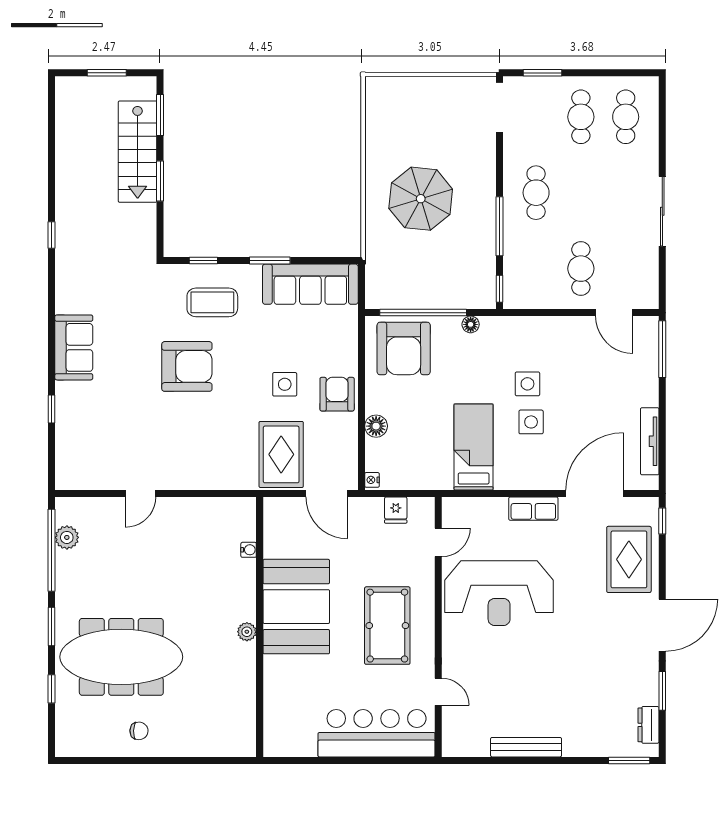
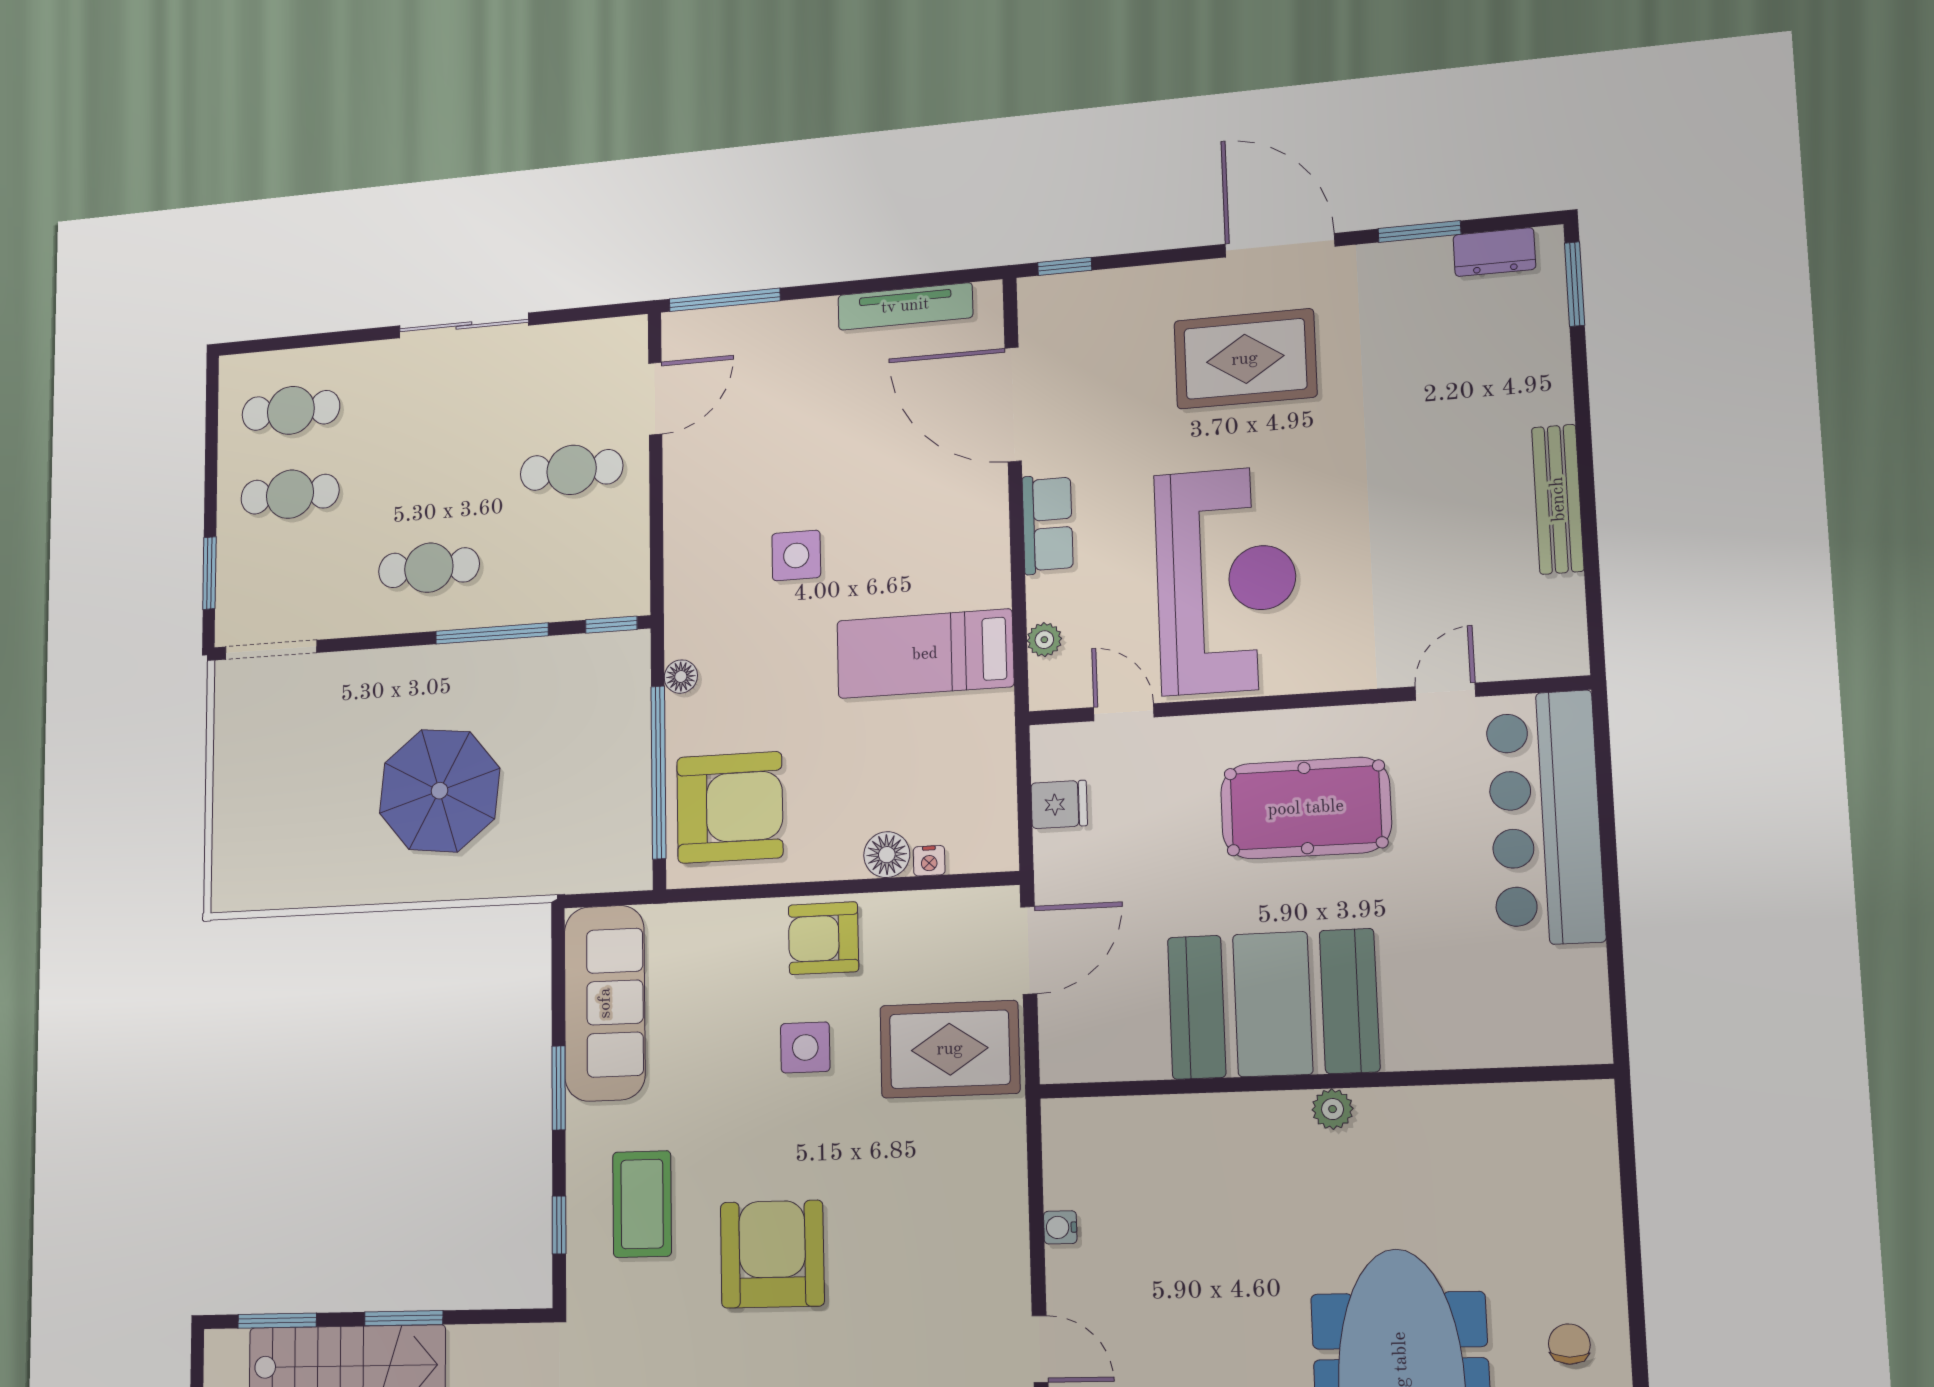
side table: (531, 422) -> (872, 542), removed
nightstand: (372, 480) -> (929, 861), moved
plant: (476, 505) -> (1044, 640), added
water cooler: (249, 550) -> (1060, 1227), moved, turned -90
rug: (629, 559) -> (1245, 359), moved

